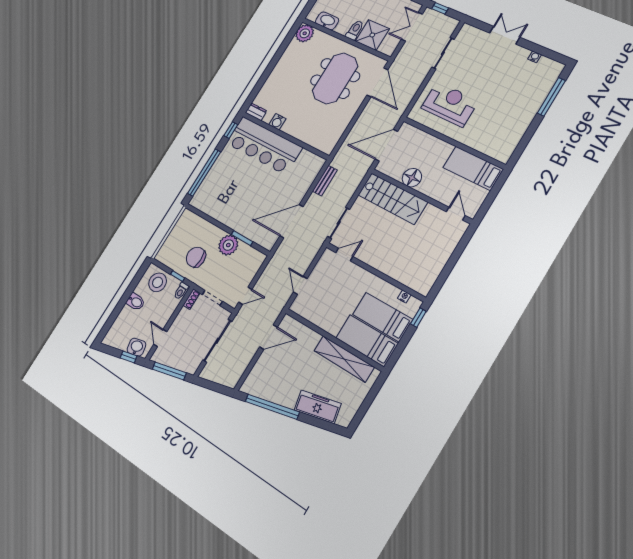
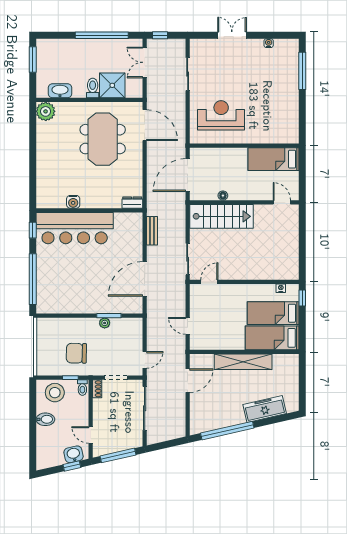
dresser: (256, 112) -> (132, 203), moved
floor lamp: (412, 178) -> (223, 196), width x0.53, depth x0.53
plant: (228, 245) -> (105, 323), width x0.53, depth x0.53
shelving: (344, 359) -> (243, 362), moved

